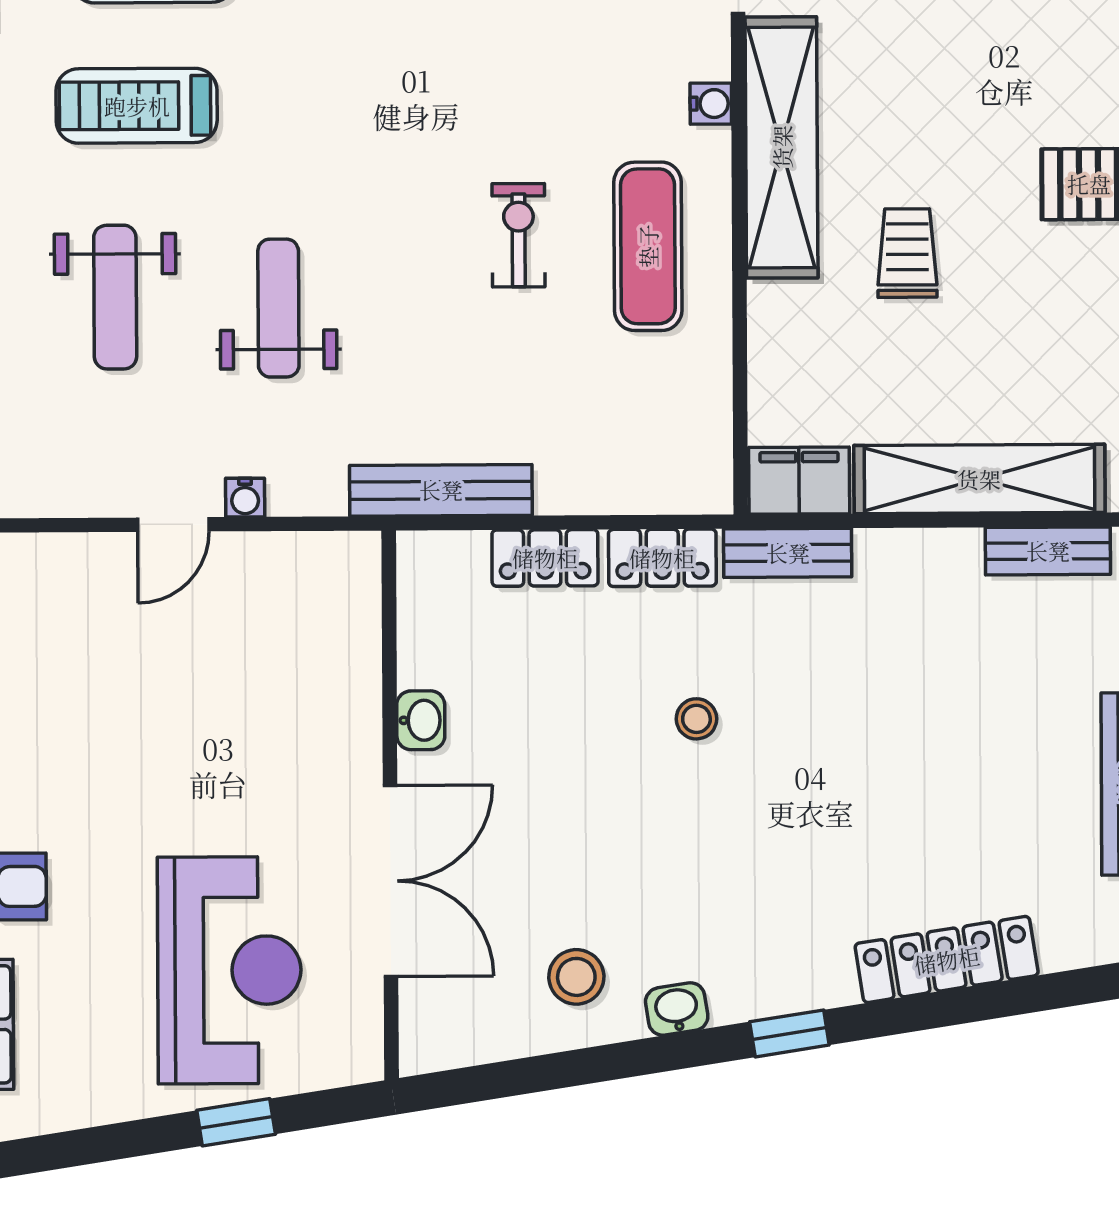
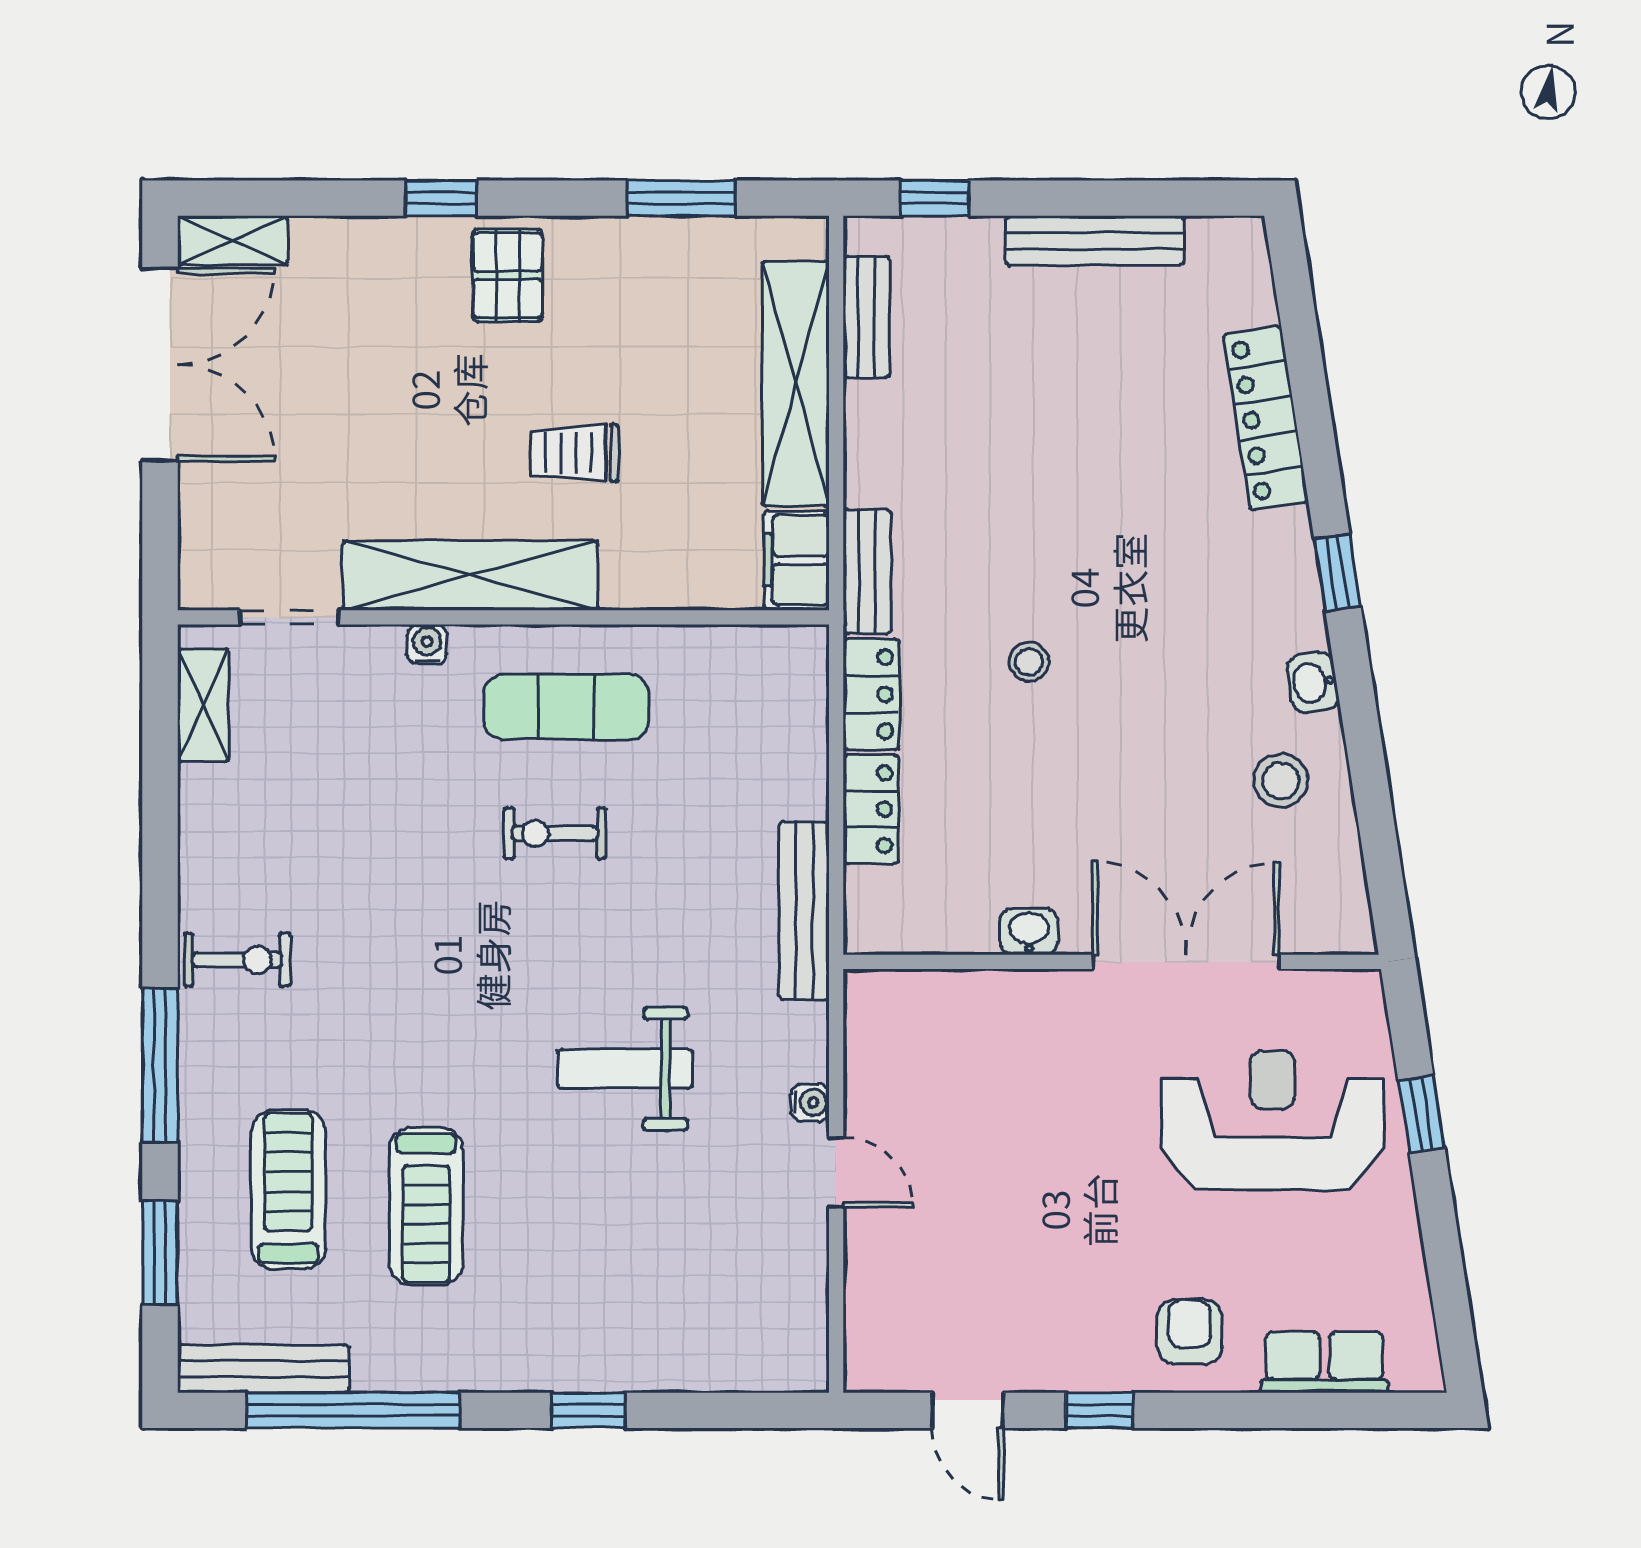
weight bench: (115, 297) -> (613, 1228), removed

